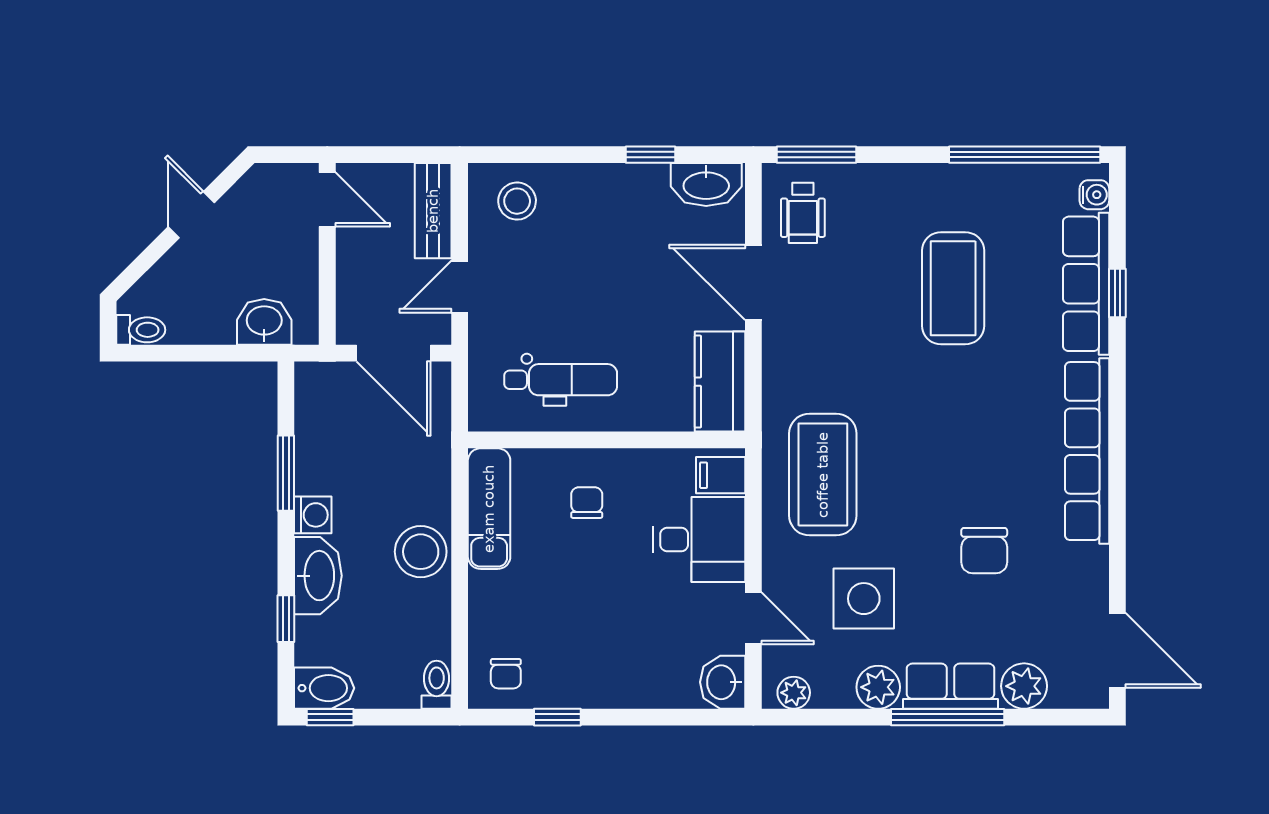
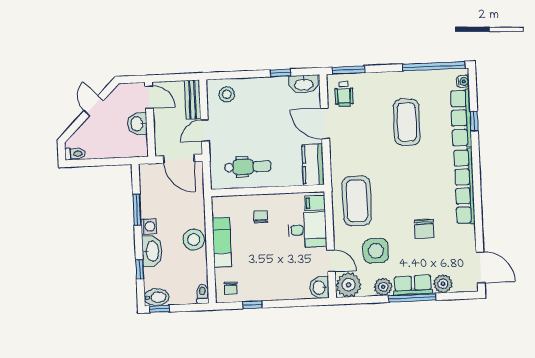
washbasin: (264, 322) -> (137, 124), moved, turned -90
exam couch: (489, 509) -> (222, 242), moved
plant: (794, 693) -> (349, 285), width x1.87, depth x1.87

